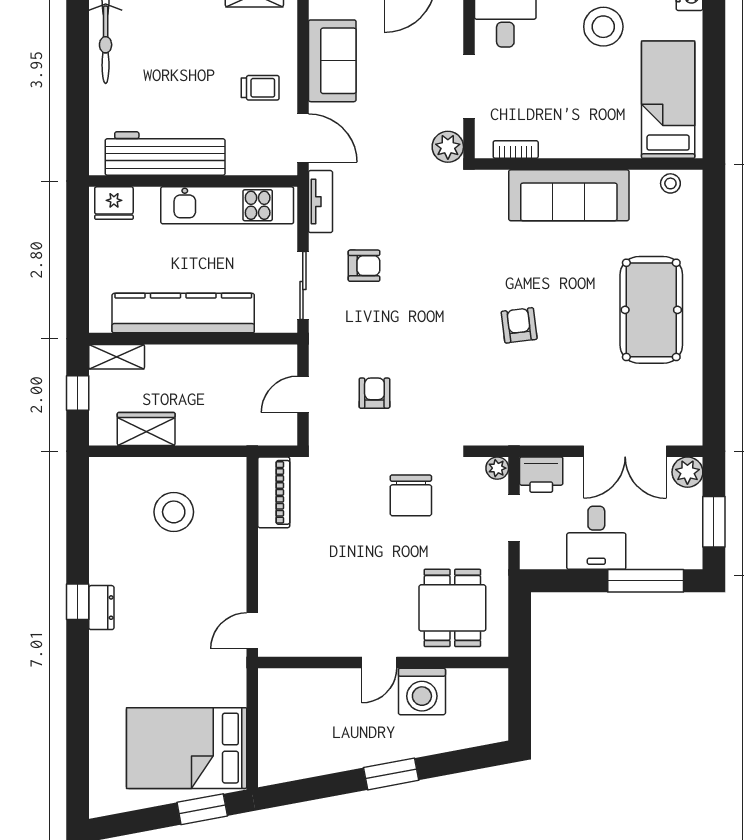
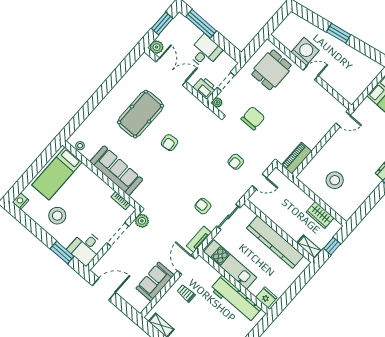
pool table: (651, 310) -> (140, 114), moved

